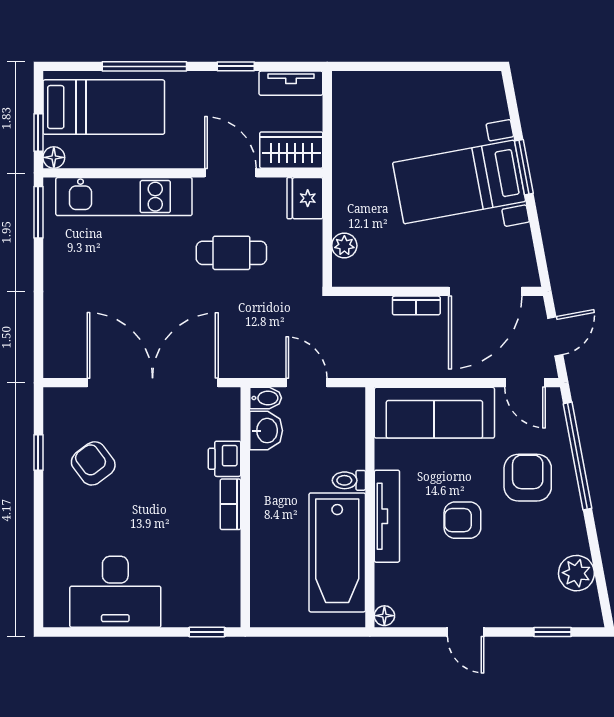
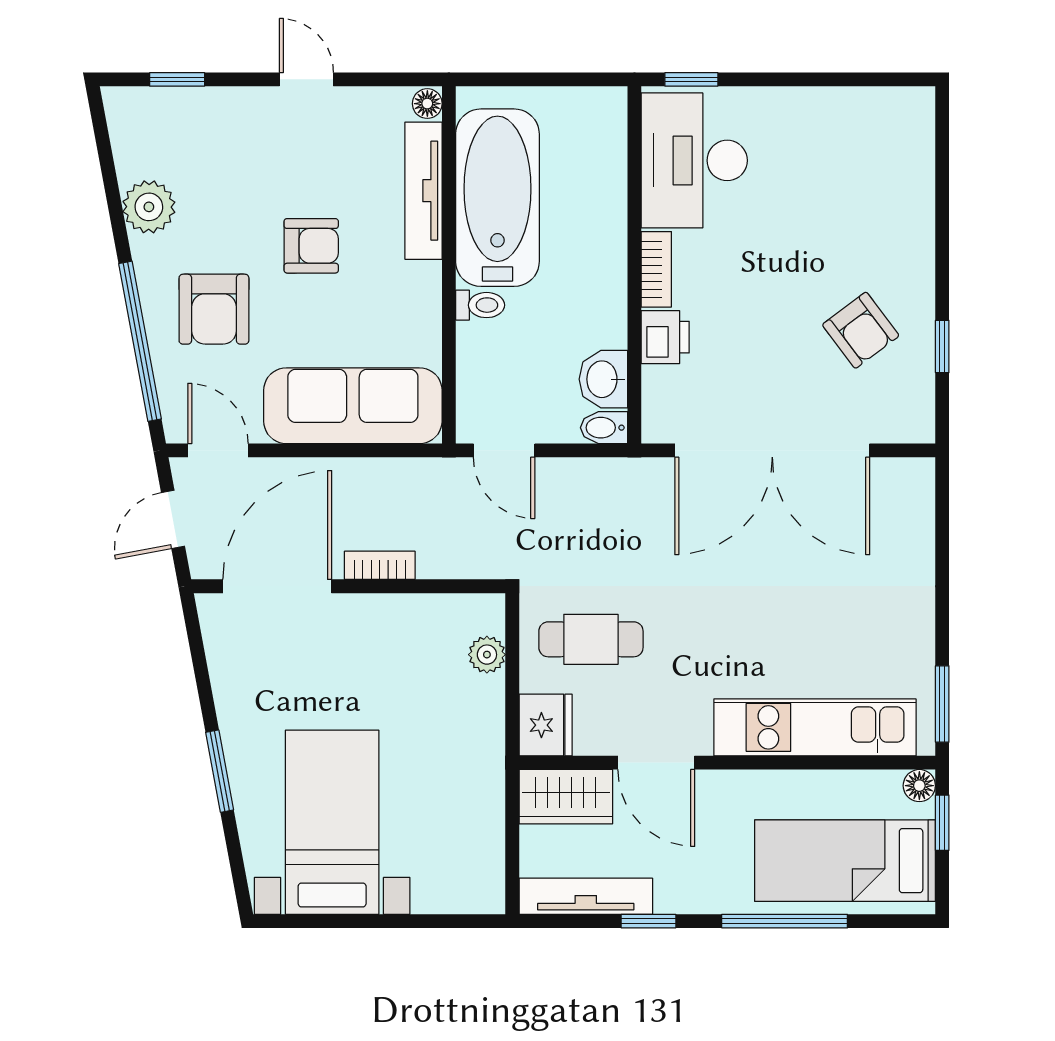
tv unit: (291, 83) -> (586, 896), width x1.41
bed with nightstands: (459, 182) -> (332, 822), moved, turned -79
cafe table: (231, 253) -> (591, 639), moved
door: (306, 383) -> (504, 450), moved
tv unit: (387, 516) -> (424, 191), moved
plant: (576, 573) -> (149, 207), moved
desk: (115, 592) -> (694, 160), moved, turned -90

